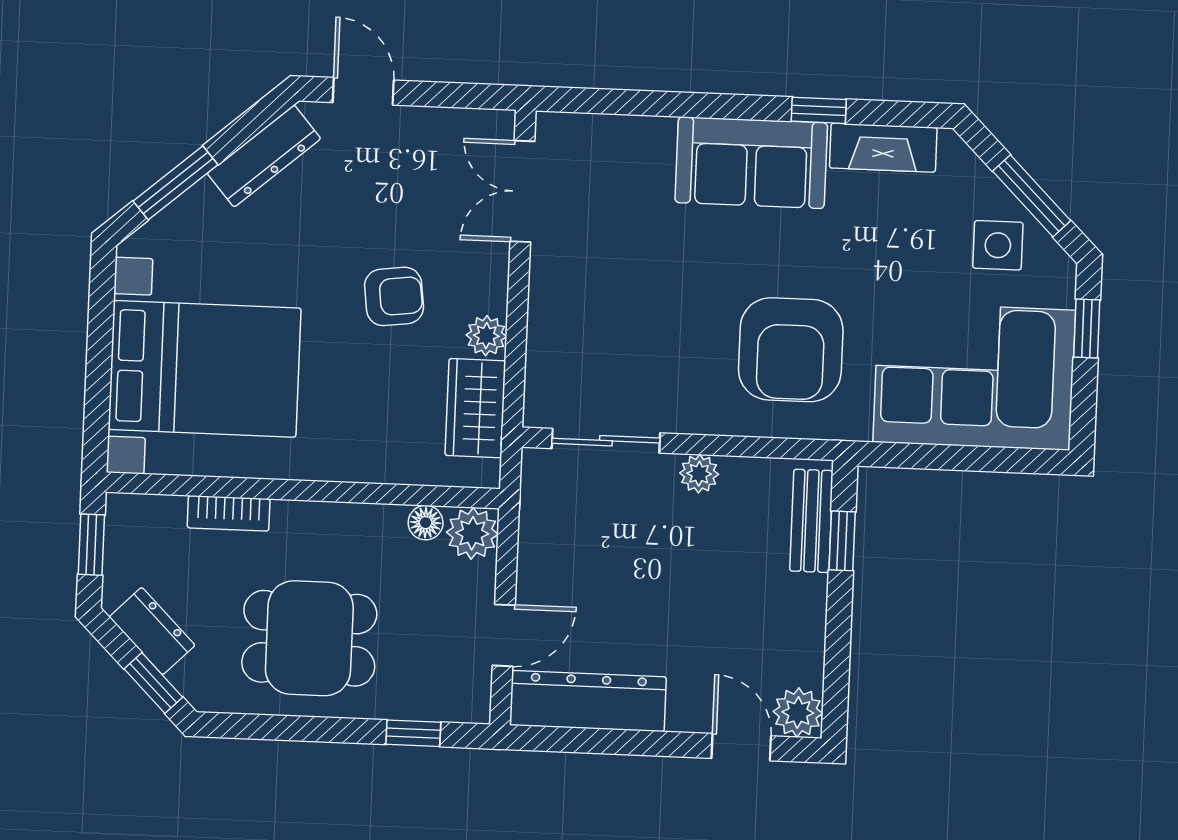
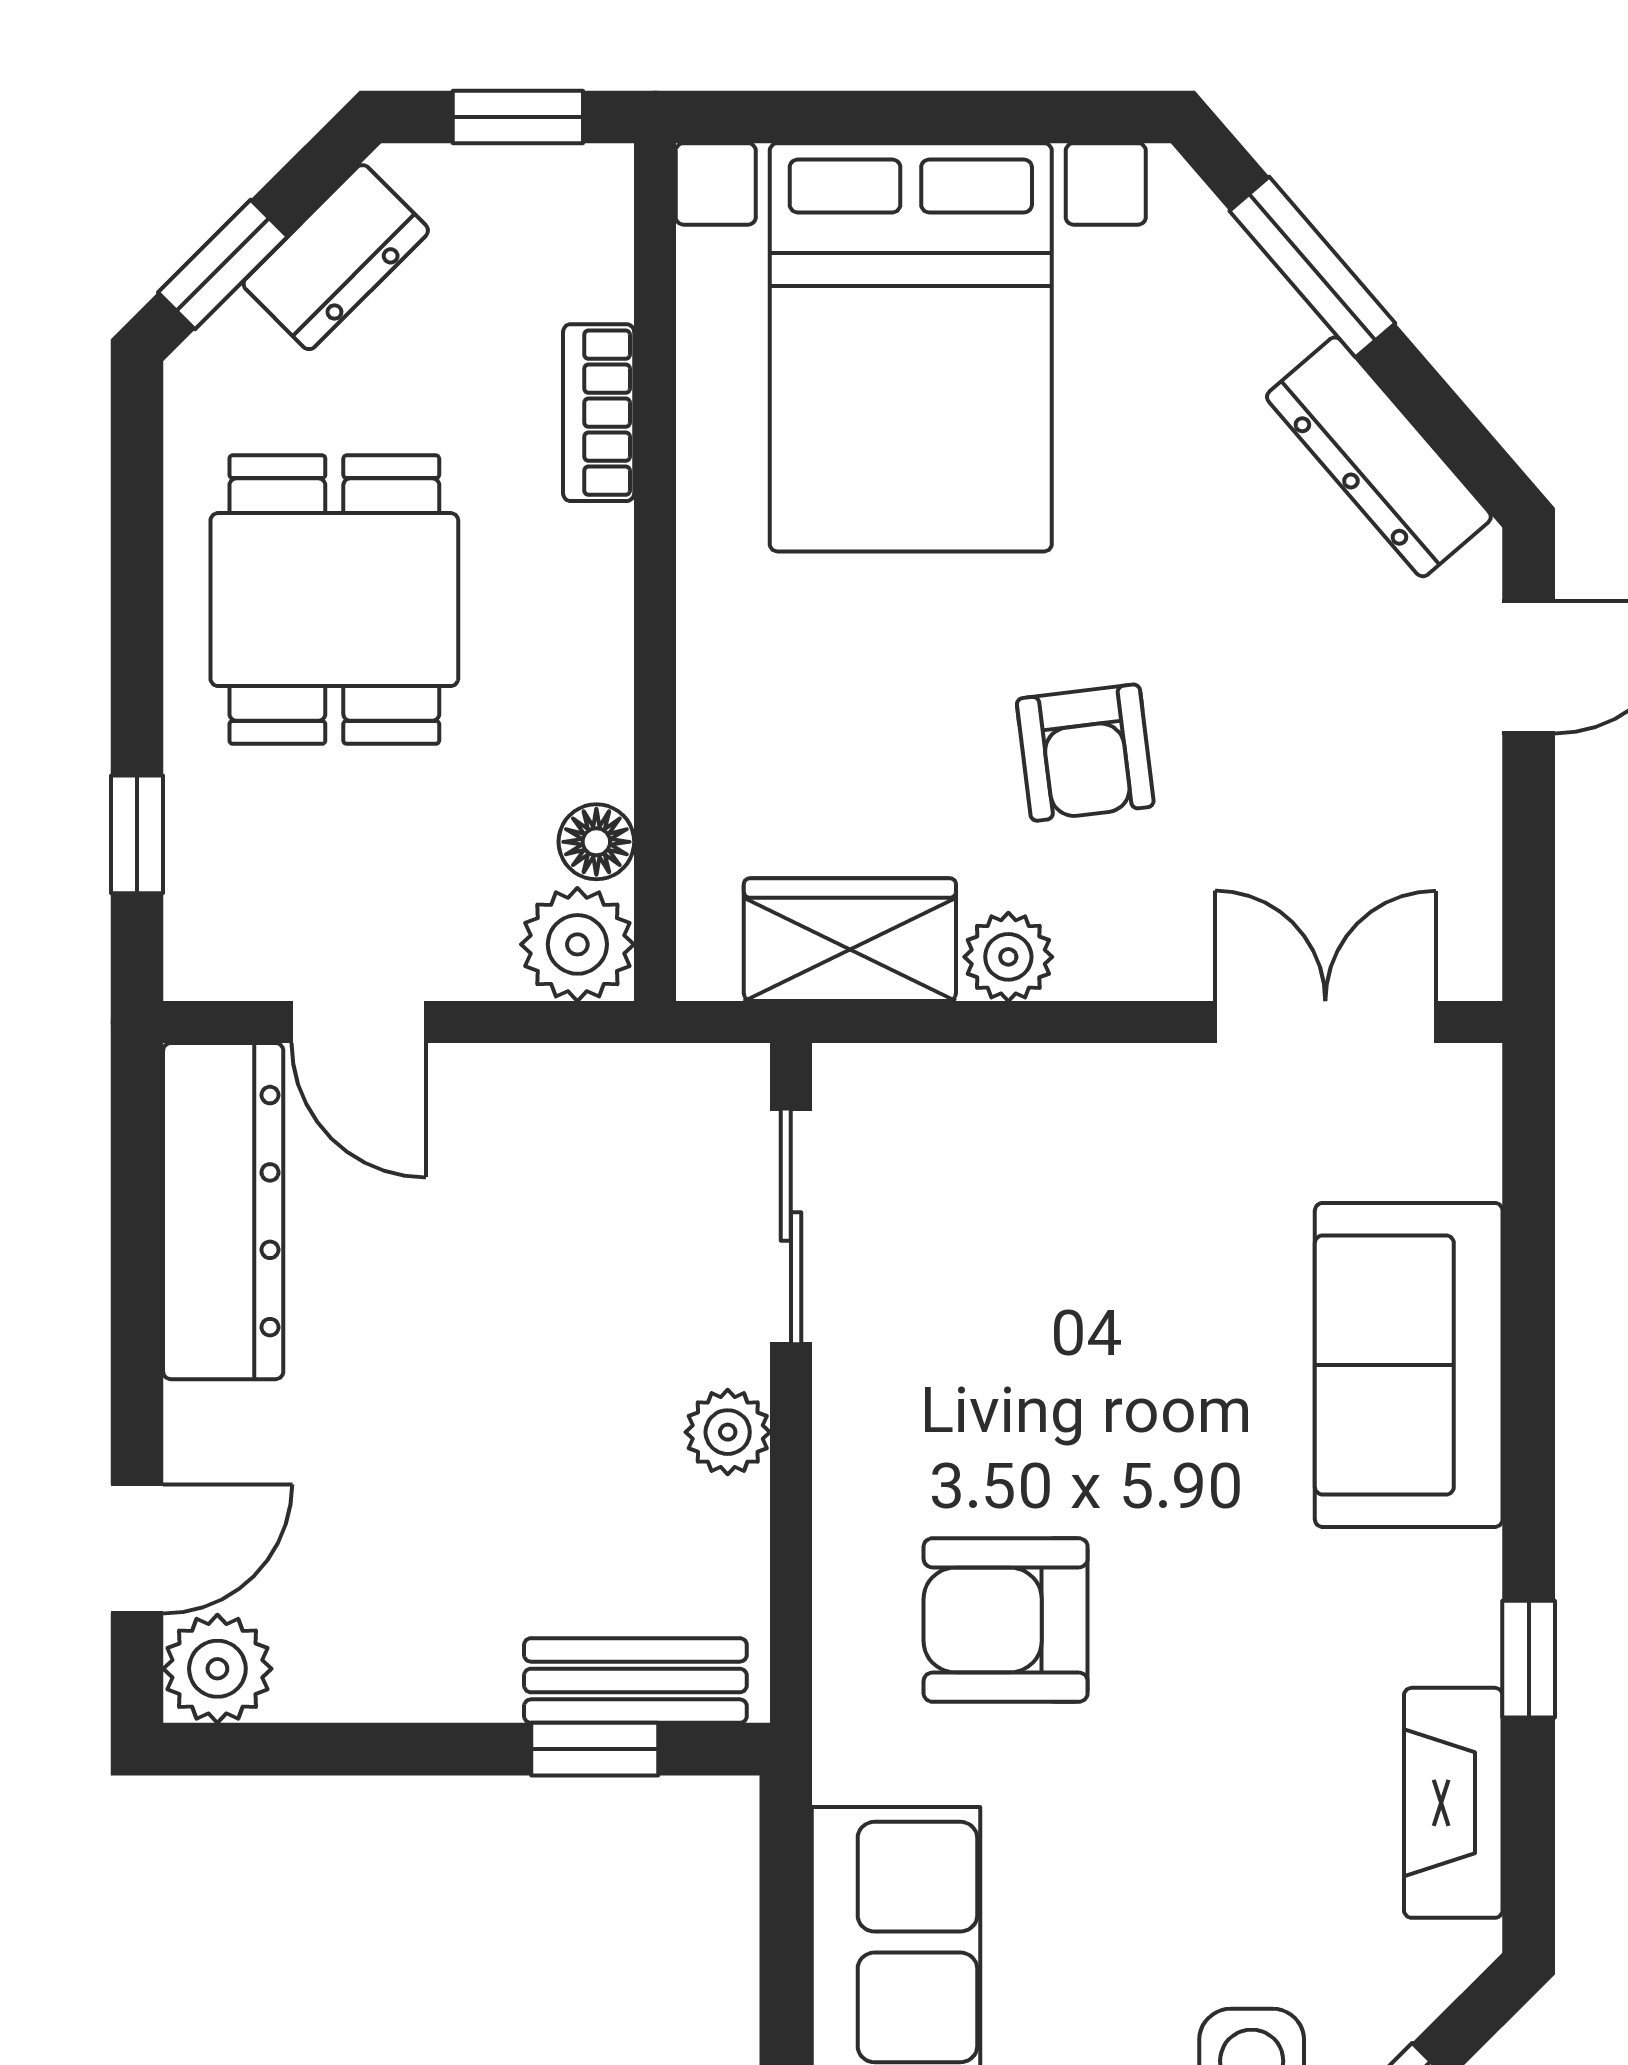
sofa: (751, 163) -> (1409, 1365), moved
armchair: (791, 350) -> (1006, 1620), width x0.73, depth x0.73

